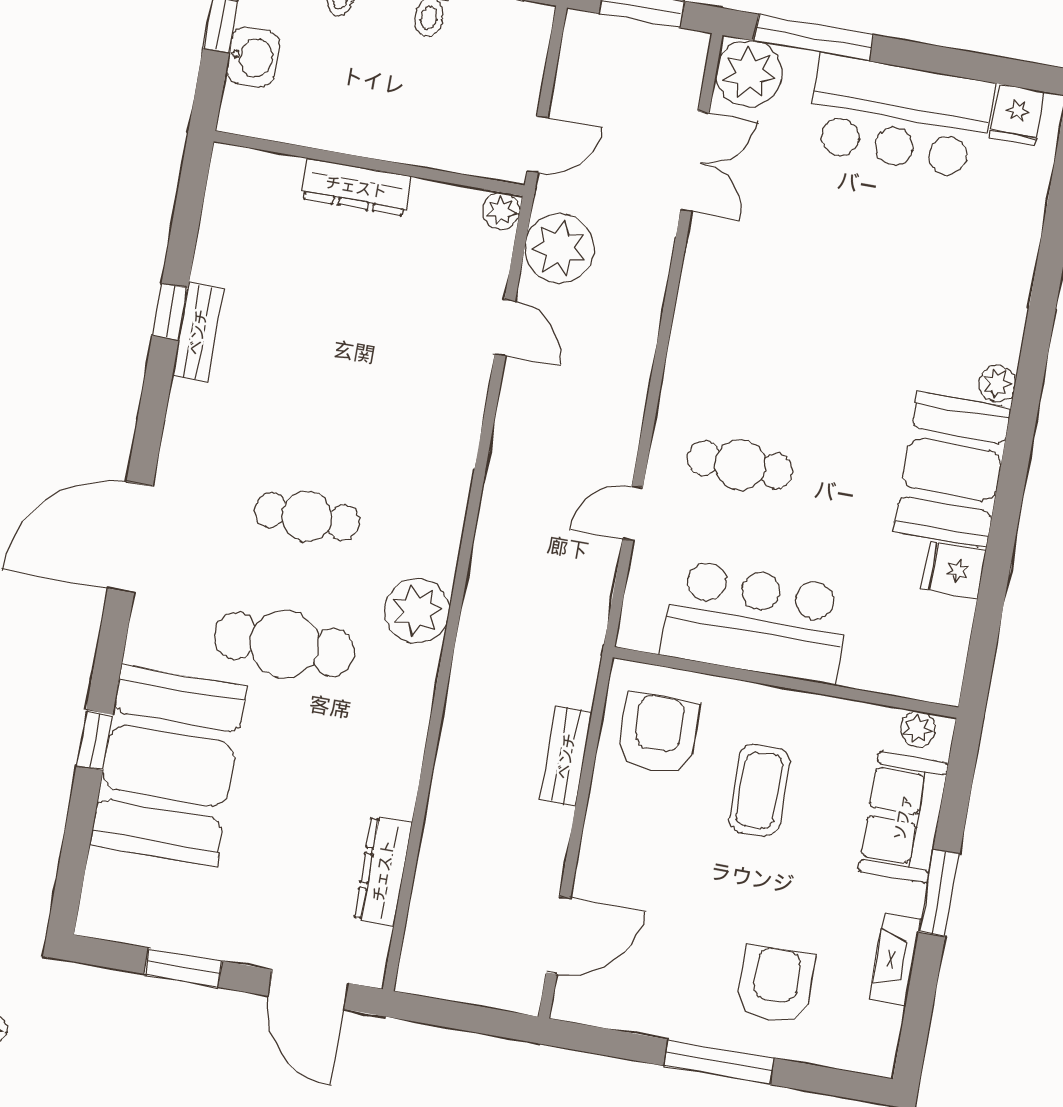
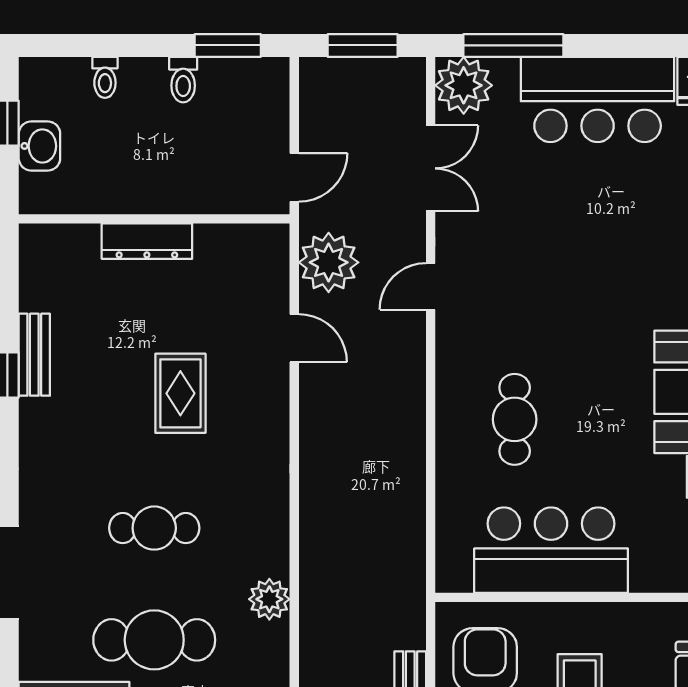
plant: (501, 211) -> (274, 239), removed
bench: (198, 332) -> (34, 355), moved
rug: (364, 368) -> (180, 393), added
cafe table: (740, 465) -> (515, 419), turned 90
door: (633, 513) -> (431, 286), moved
plant: (417, 611) -> (269, 599), width x0.73, depth x0.73

